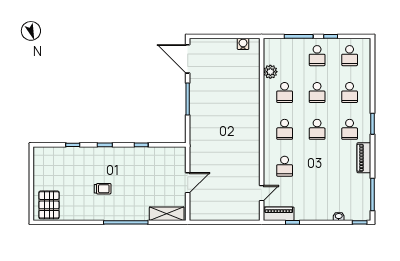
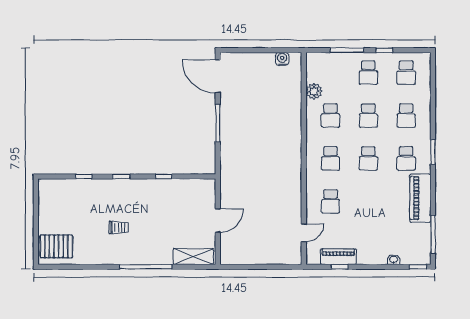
piano: (364, 158) -> (420, 198), width x1.37, depth x1.33
pallet: (49, 205) -> (56, 246), turned 90
piano: (279, 214) -> (338, 257), moved

